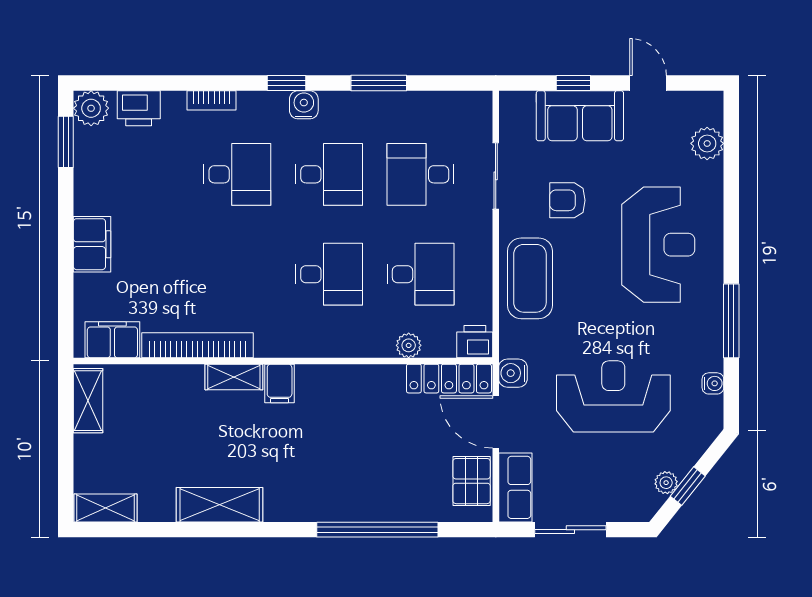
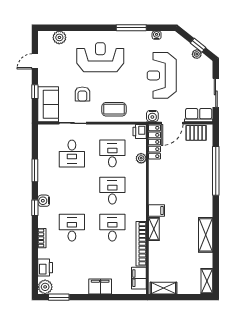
sofa: (580, 116) -> (48, 104), moved
desk: (329, 174) -> (112, 228), moved
coffee table: (530, 278) -> (114, 109), width x0.73, depth x0.76

